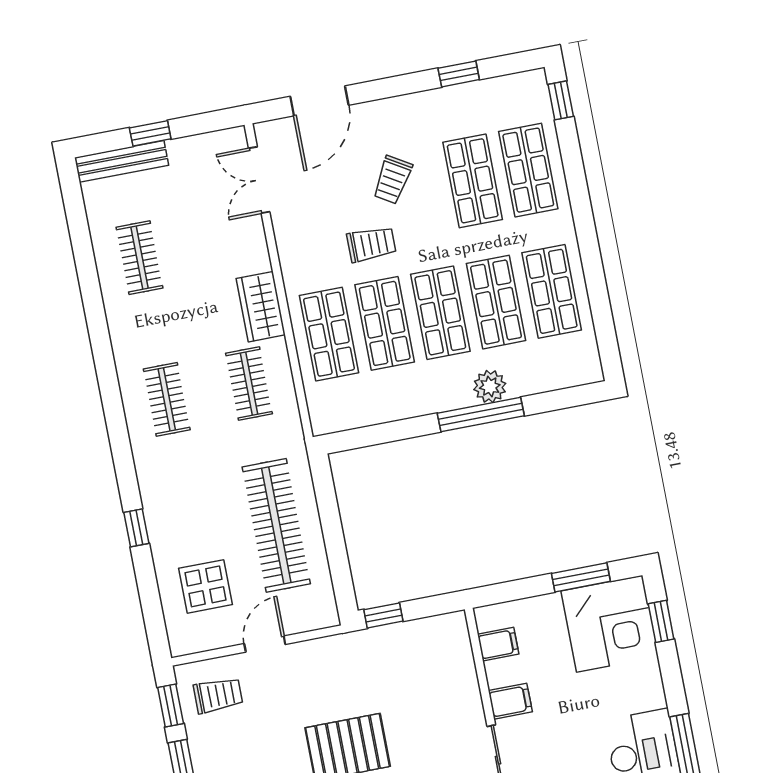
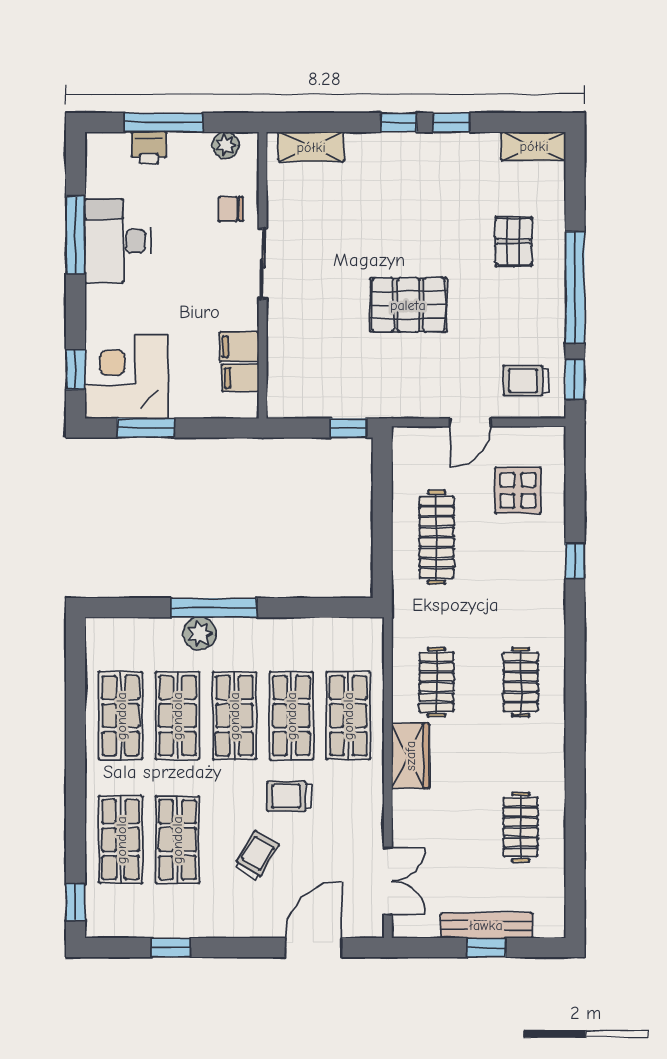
bench: (122, 161) -> (486, 925), moved
clothes rail: (276, 525) -> (437, 537), width x0.73, depth x0.76
filing cabinet: (510, 701) -> (239, 347), moved

